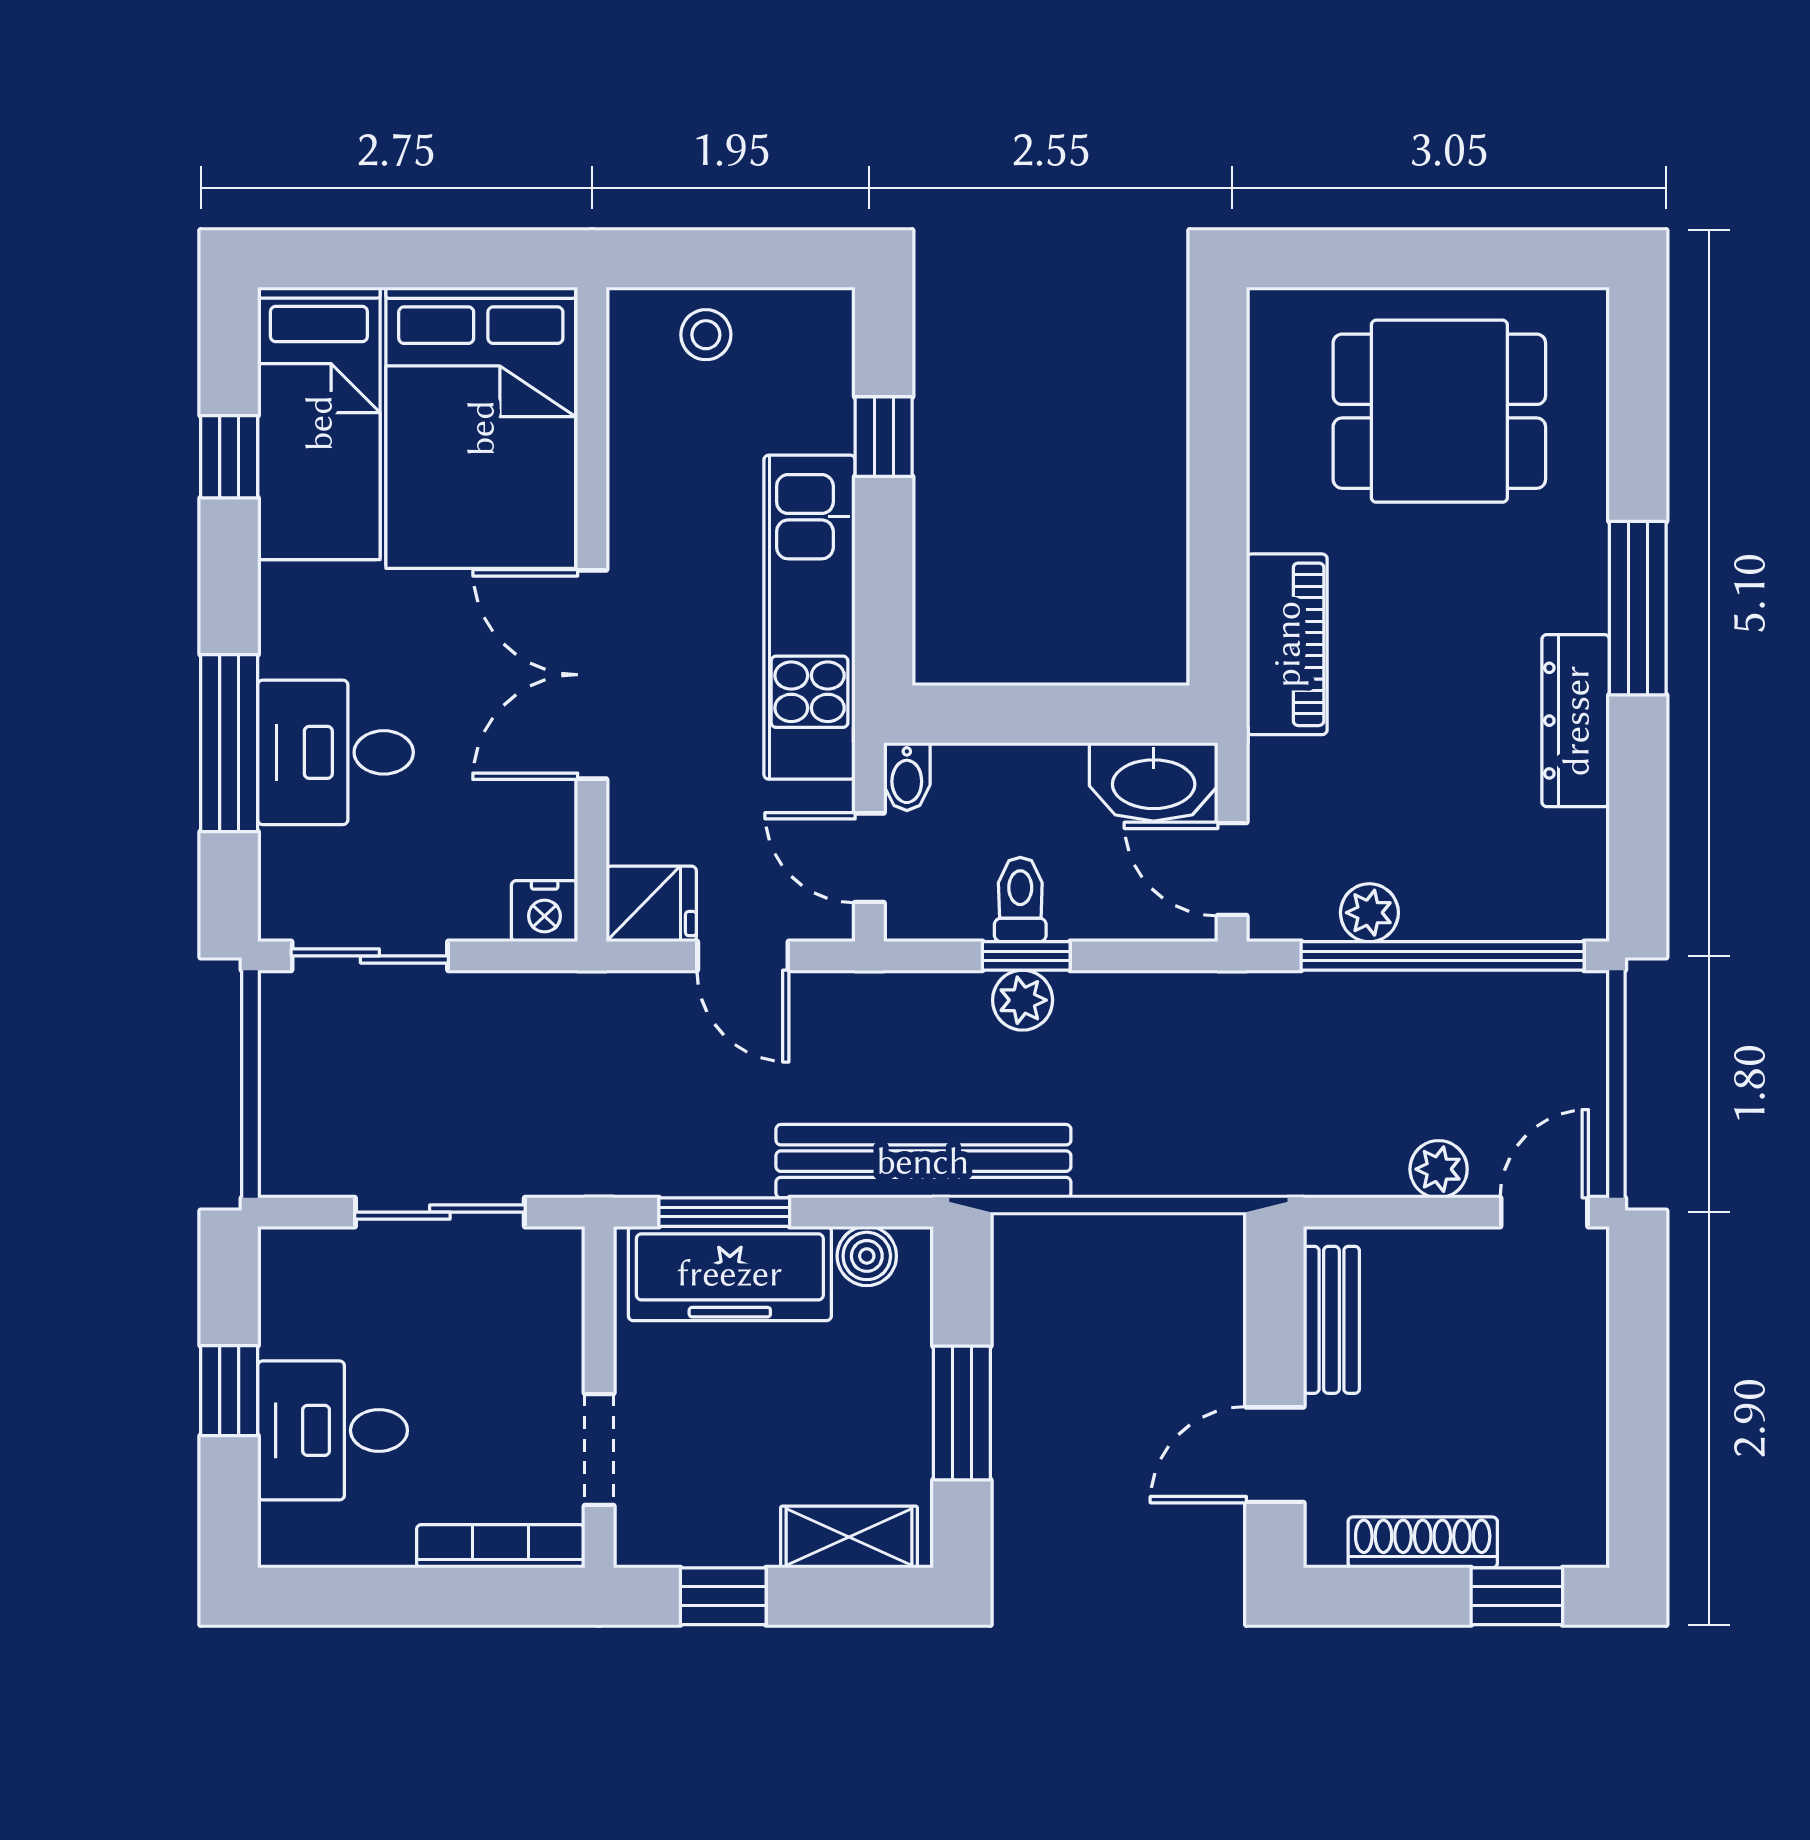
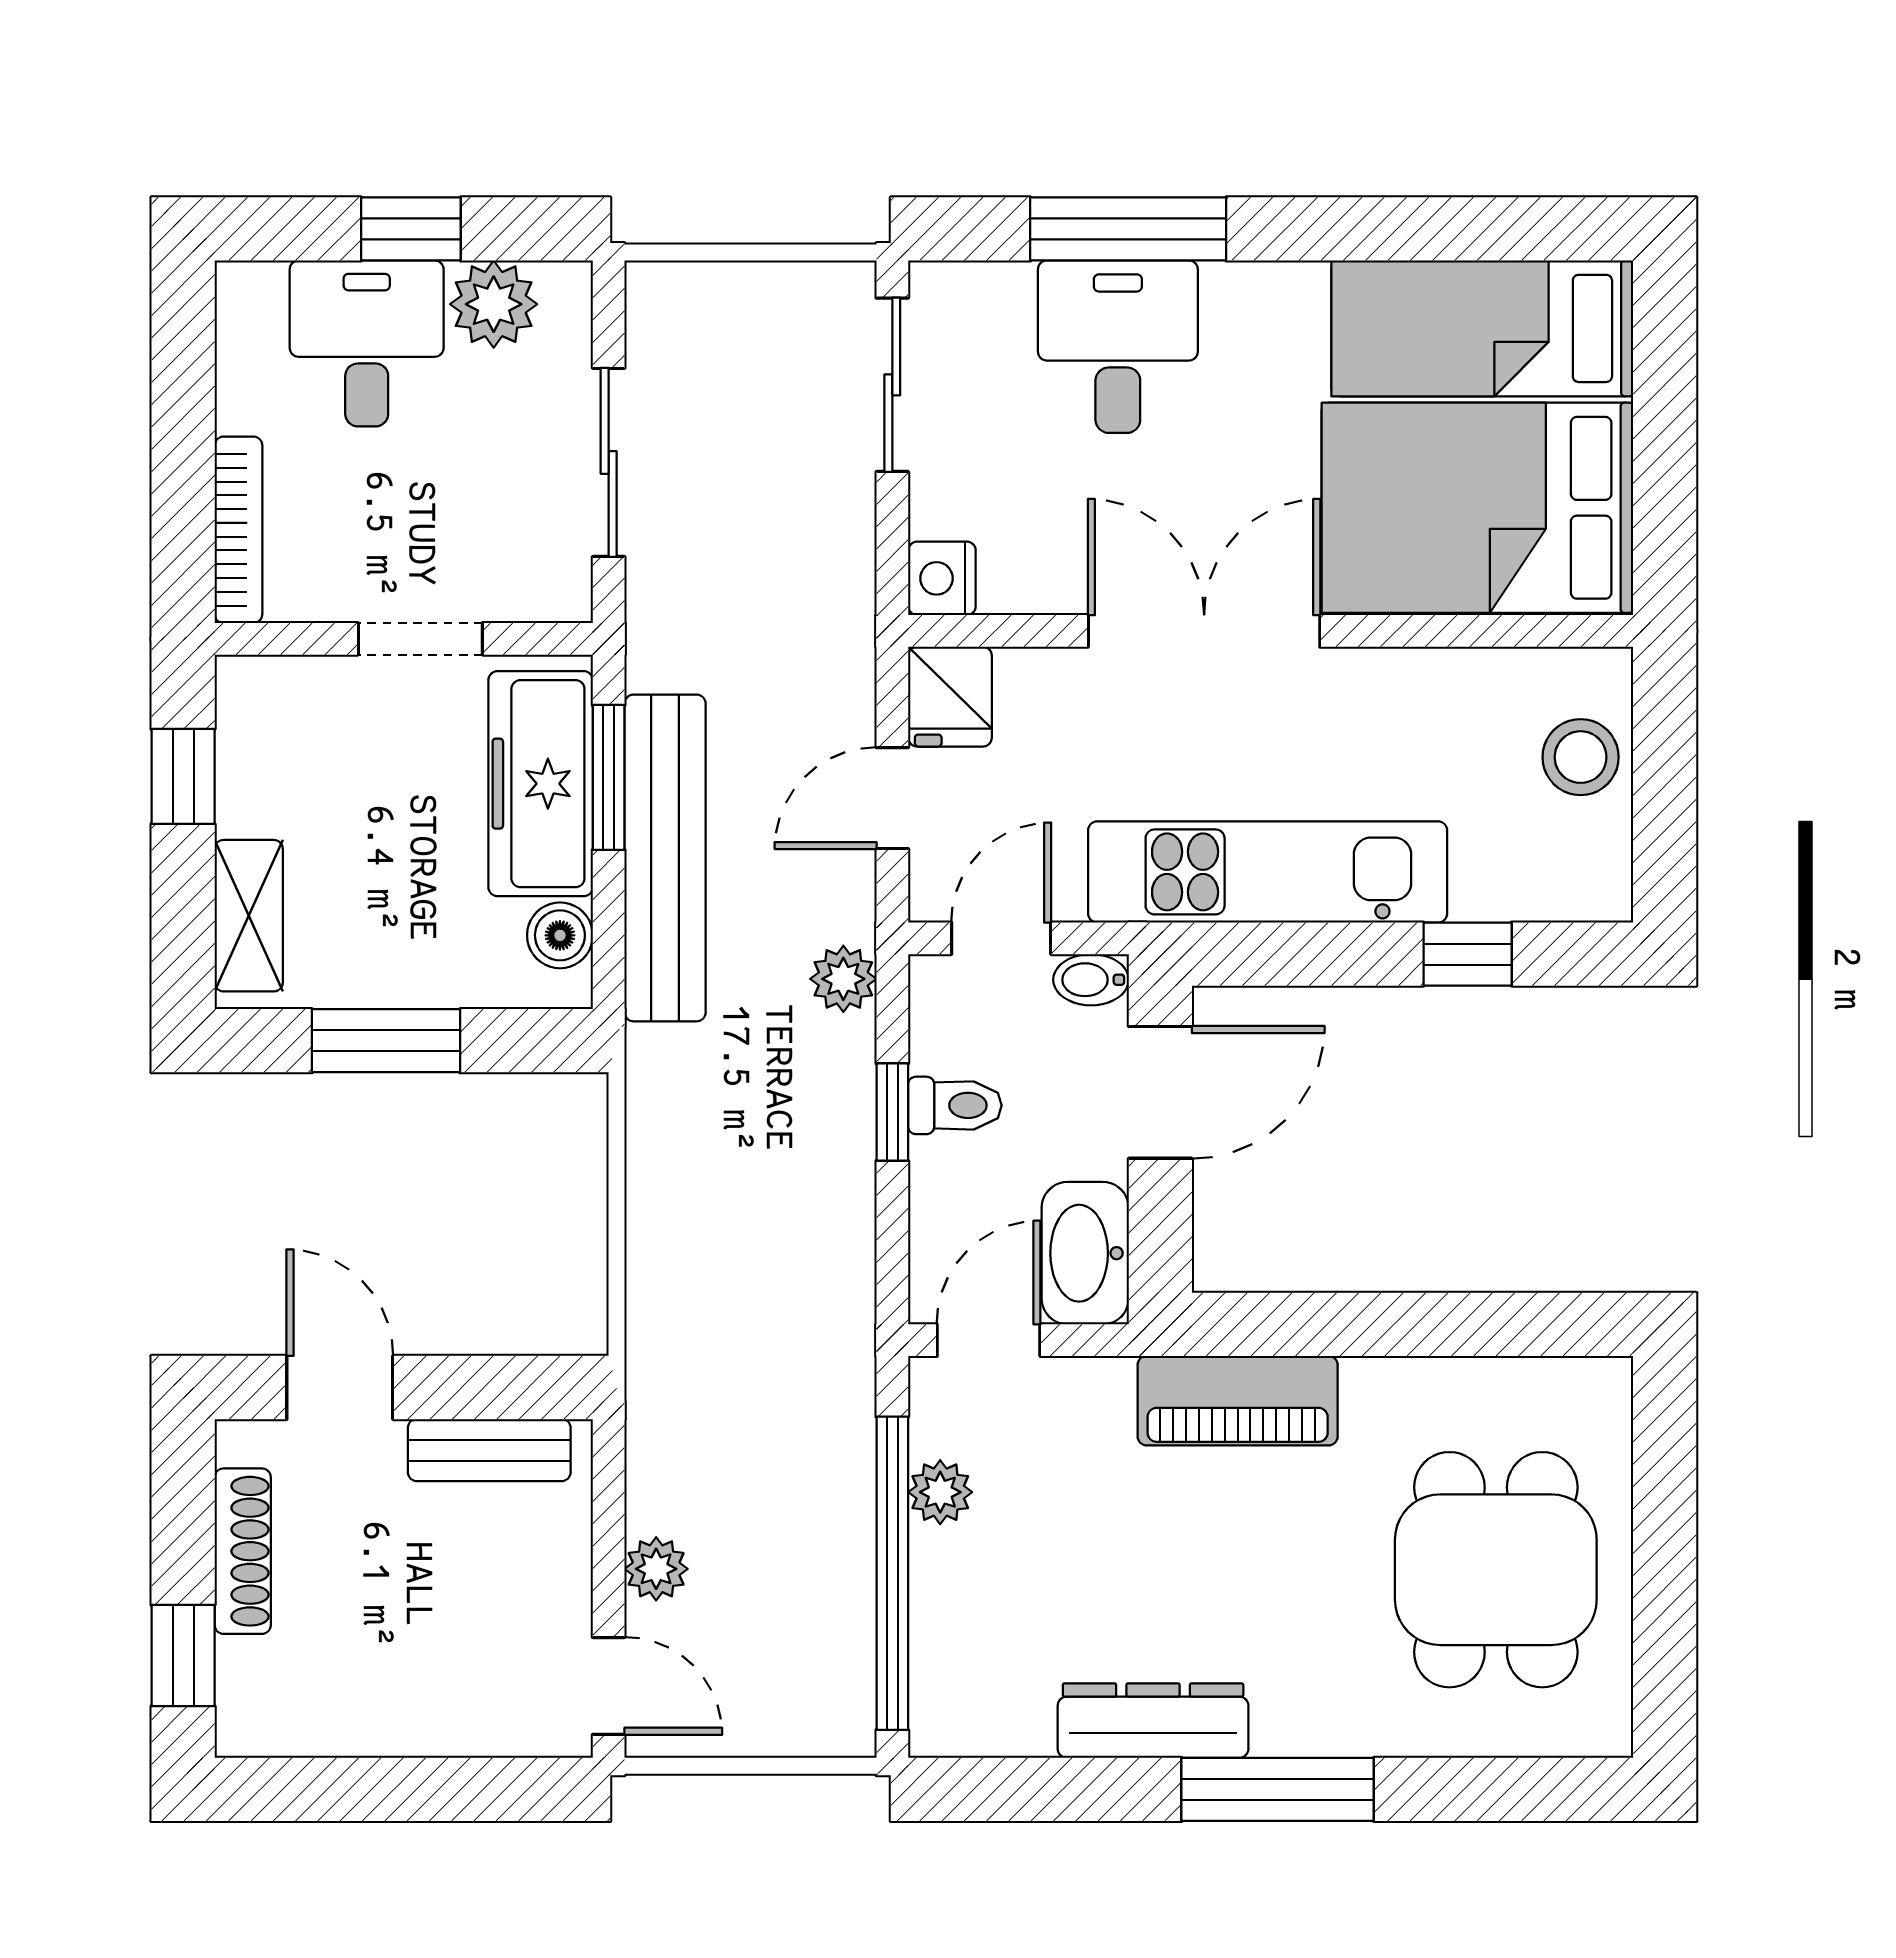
stool: (706, 335) -> (1581, 757), width x1.37, depth x1.37
window: (229, 457) -> (1445, 229), removed
door: (1008, 714) -> (1160, 1092), added
plant: (1023, 1000) -> (843, 979), moved
bench: (923, 1161) -> (665, 858), moved
plant: (297, 1316) -> (494, 304), added
doorway: (599, 1450) -> (420, 639), moved

